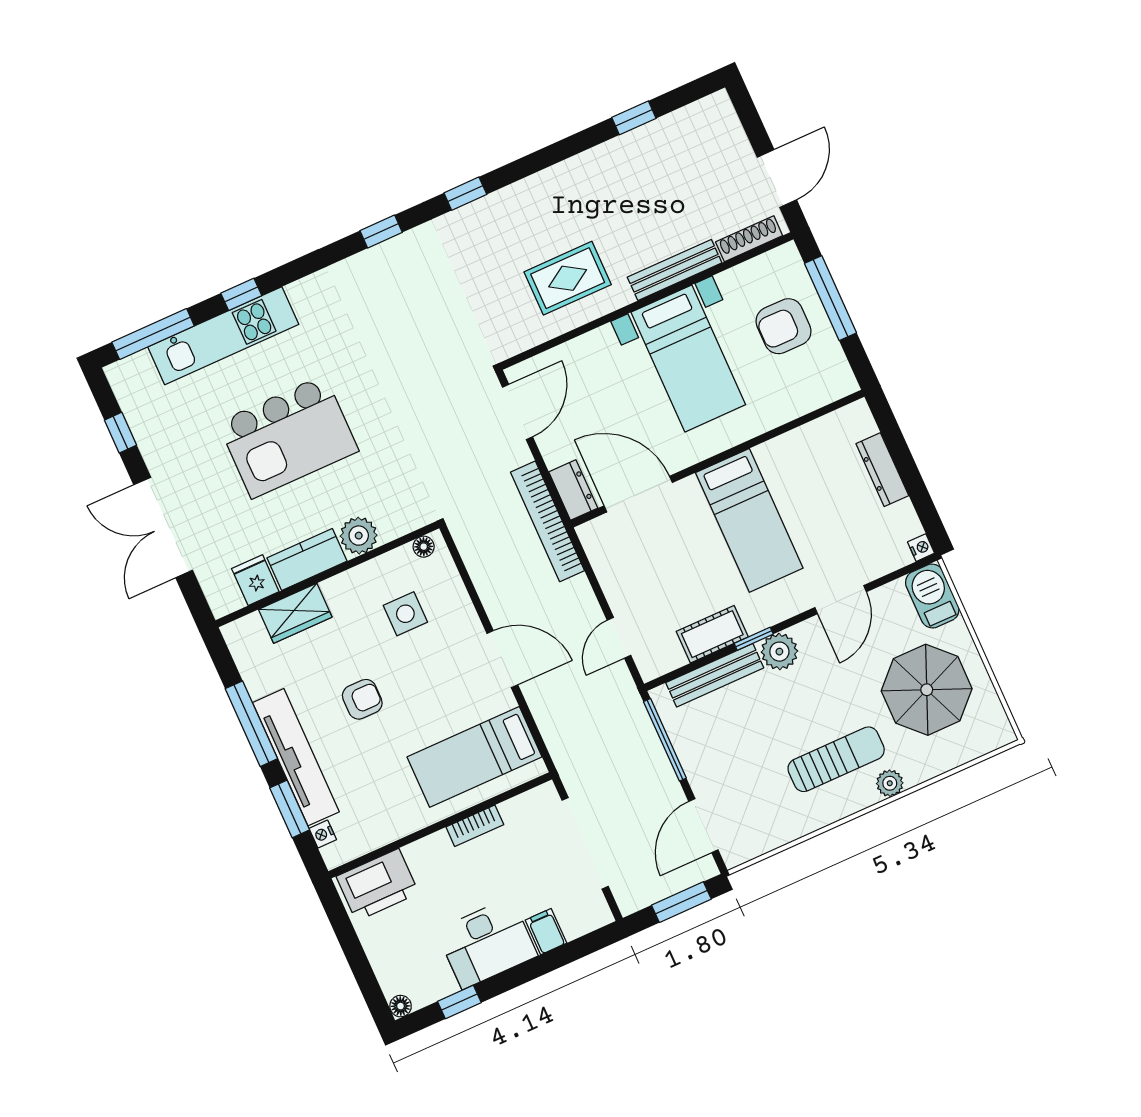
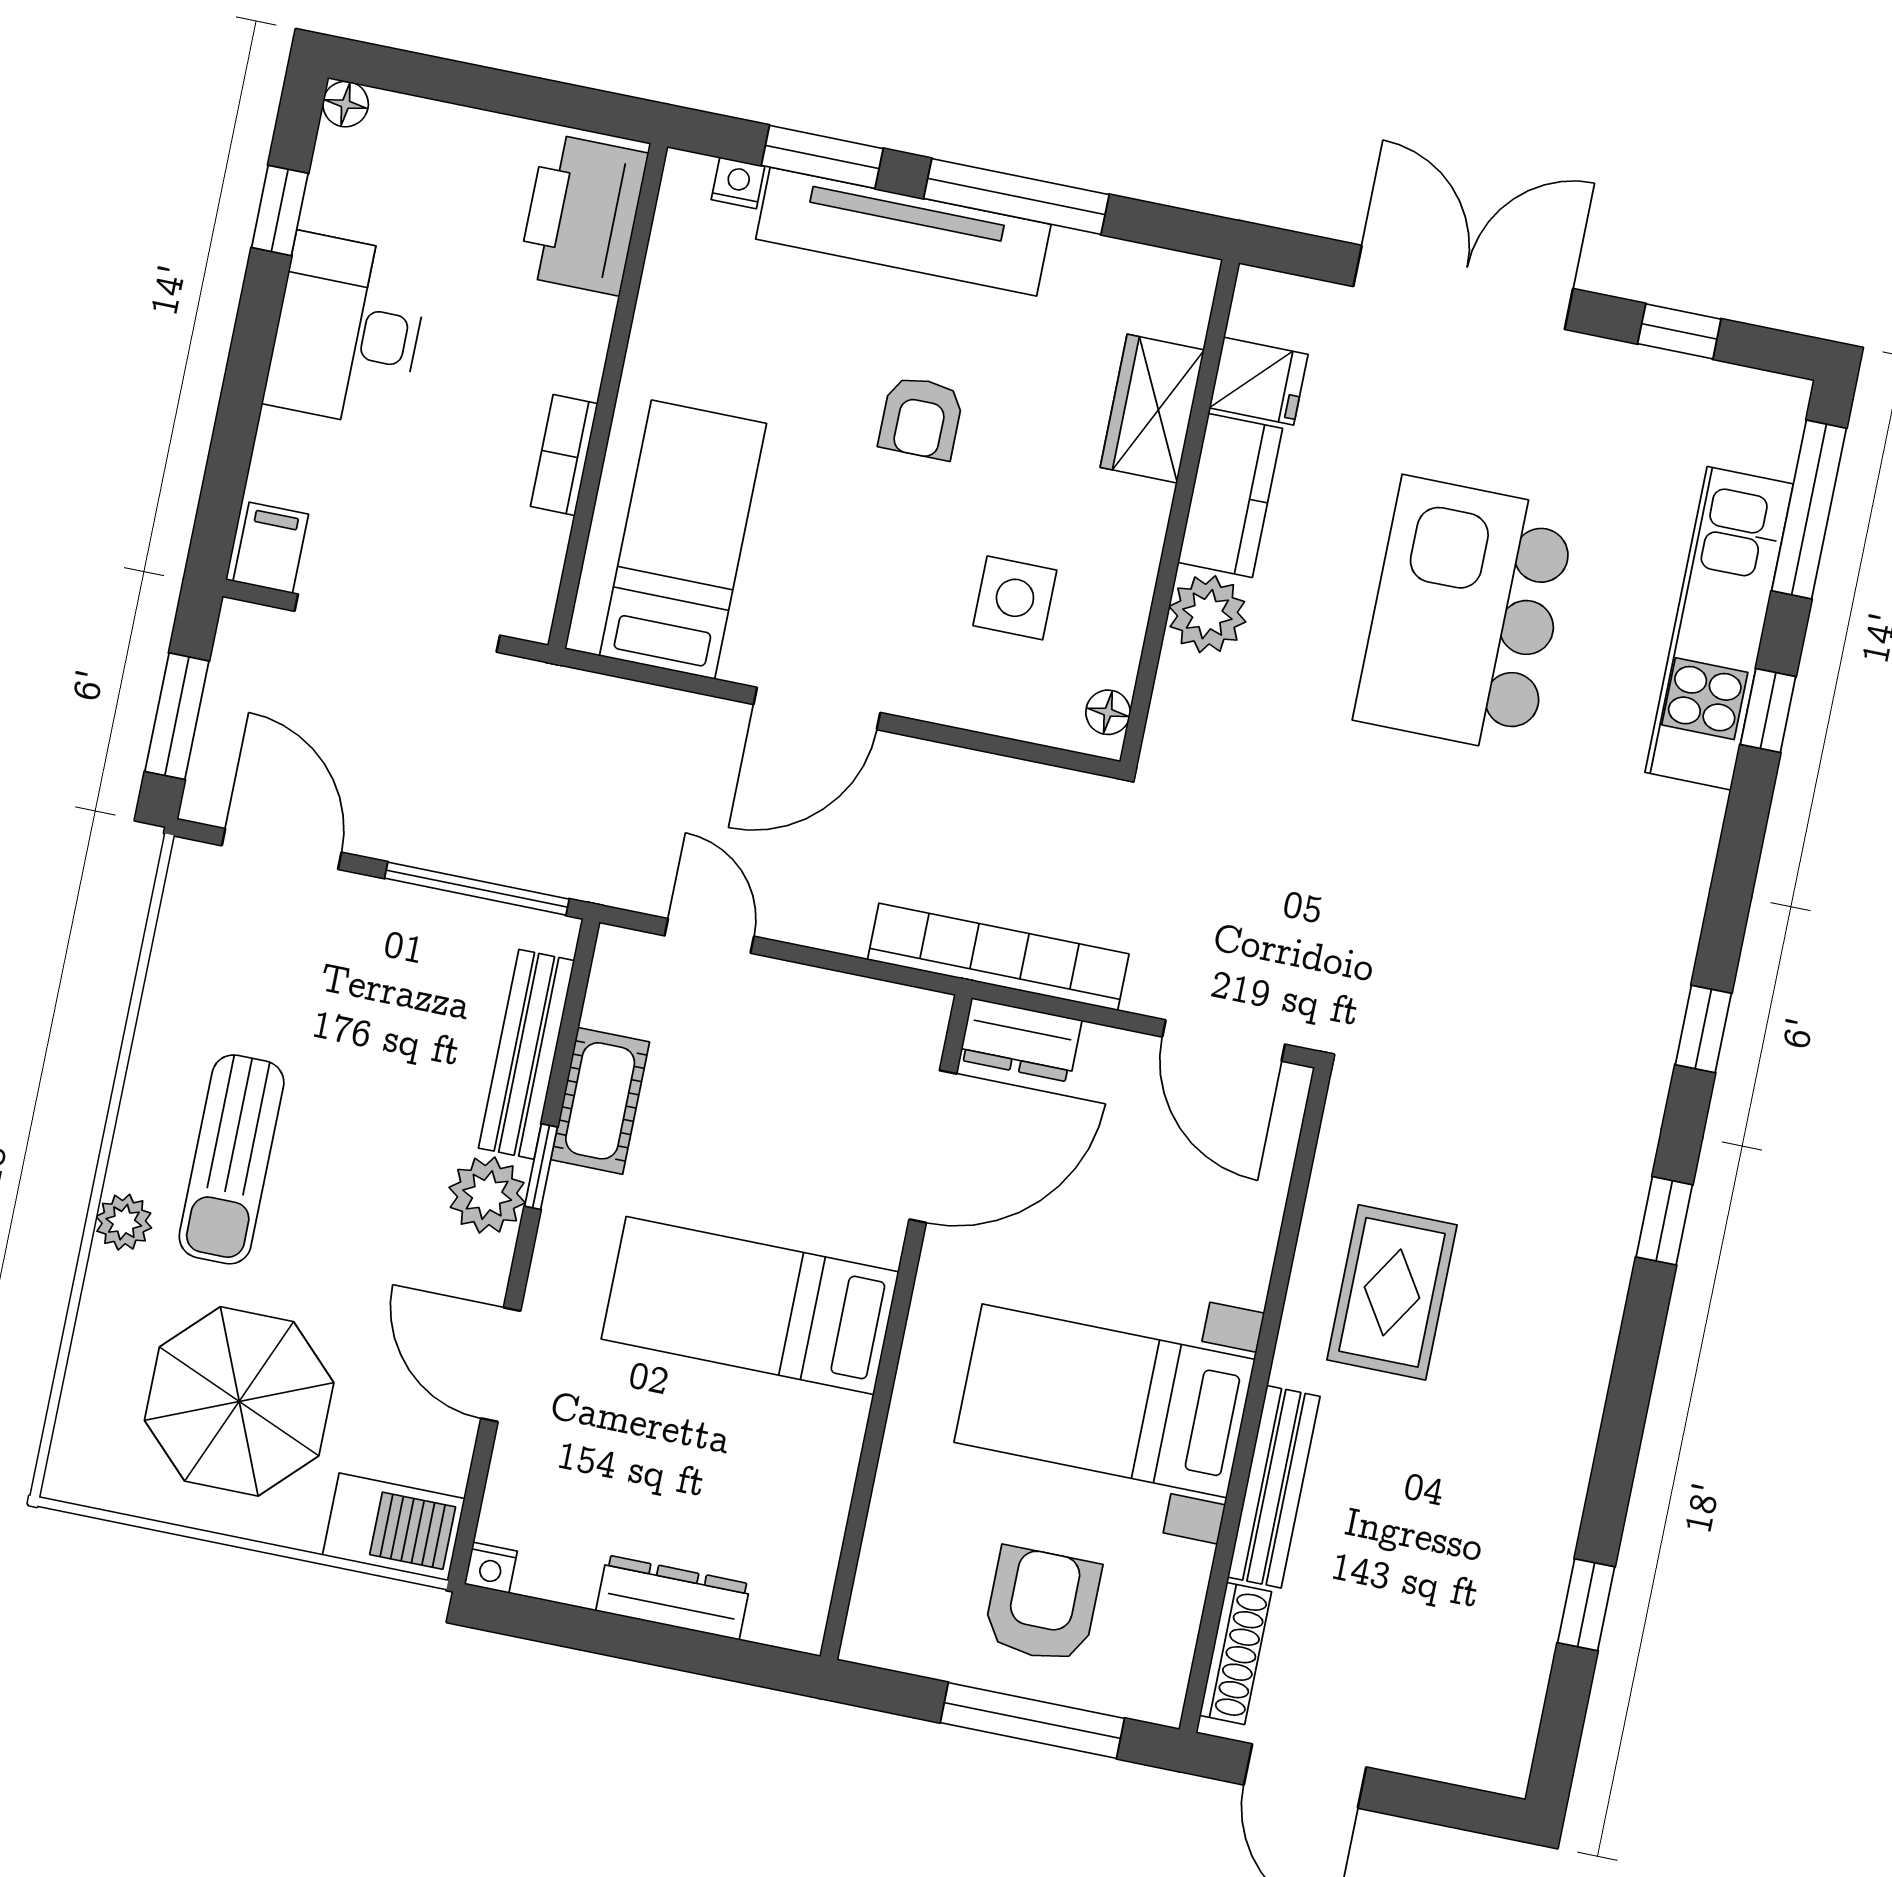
filing cabinet: (546, 932) -> (271, 548), moved, turned -90

